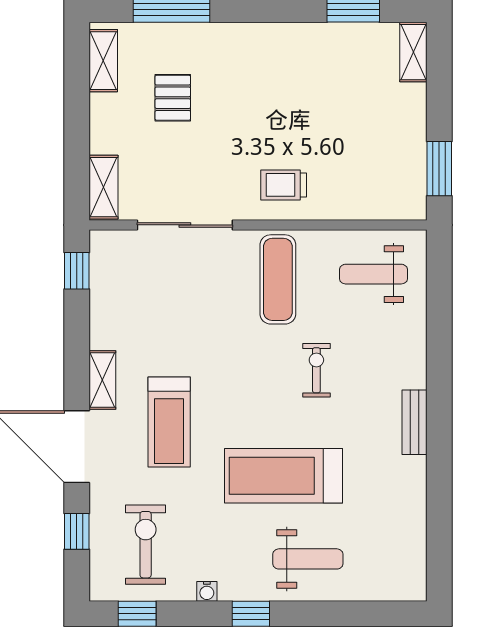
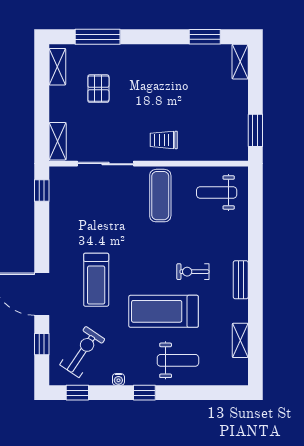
exercise bike: (316, 370) -> (193, 272), moved, turned -90
shelving: (102, 380) -> (240, 340), moved
exercise bike: (146, 545) -> (82, 352), turned 34

